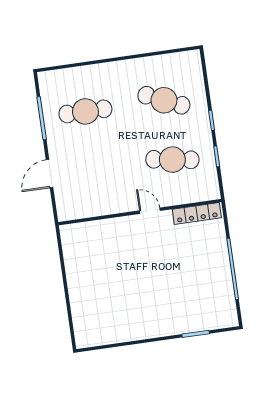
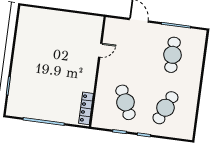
cafe table: (172, 160) -> (125, 102), turned -33
door: (150, 211) -> (100, 50), moved

